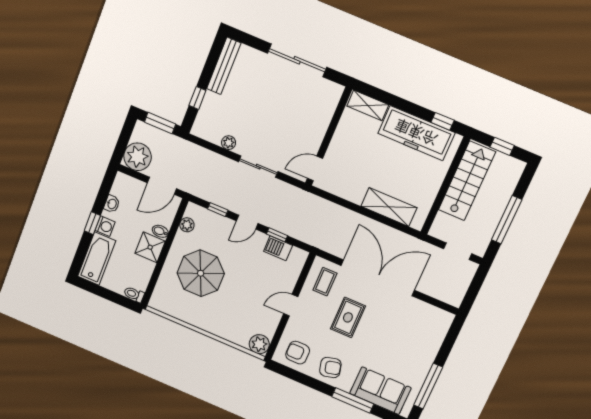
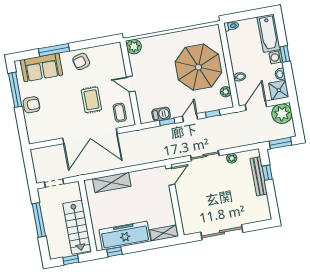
bench: (224, 66) -> (259, 176), moved
shower: (150, 247) -> (279, 90), moved
parasol: (201, 273) -> (198, 67), width x1.36, depth x1.36
door: (291, 305) -> (131, 84), swing flipped
armchair: (298, 353) -> (31, 105), moved

